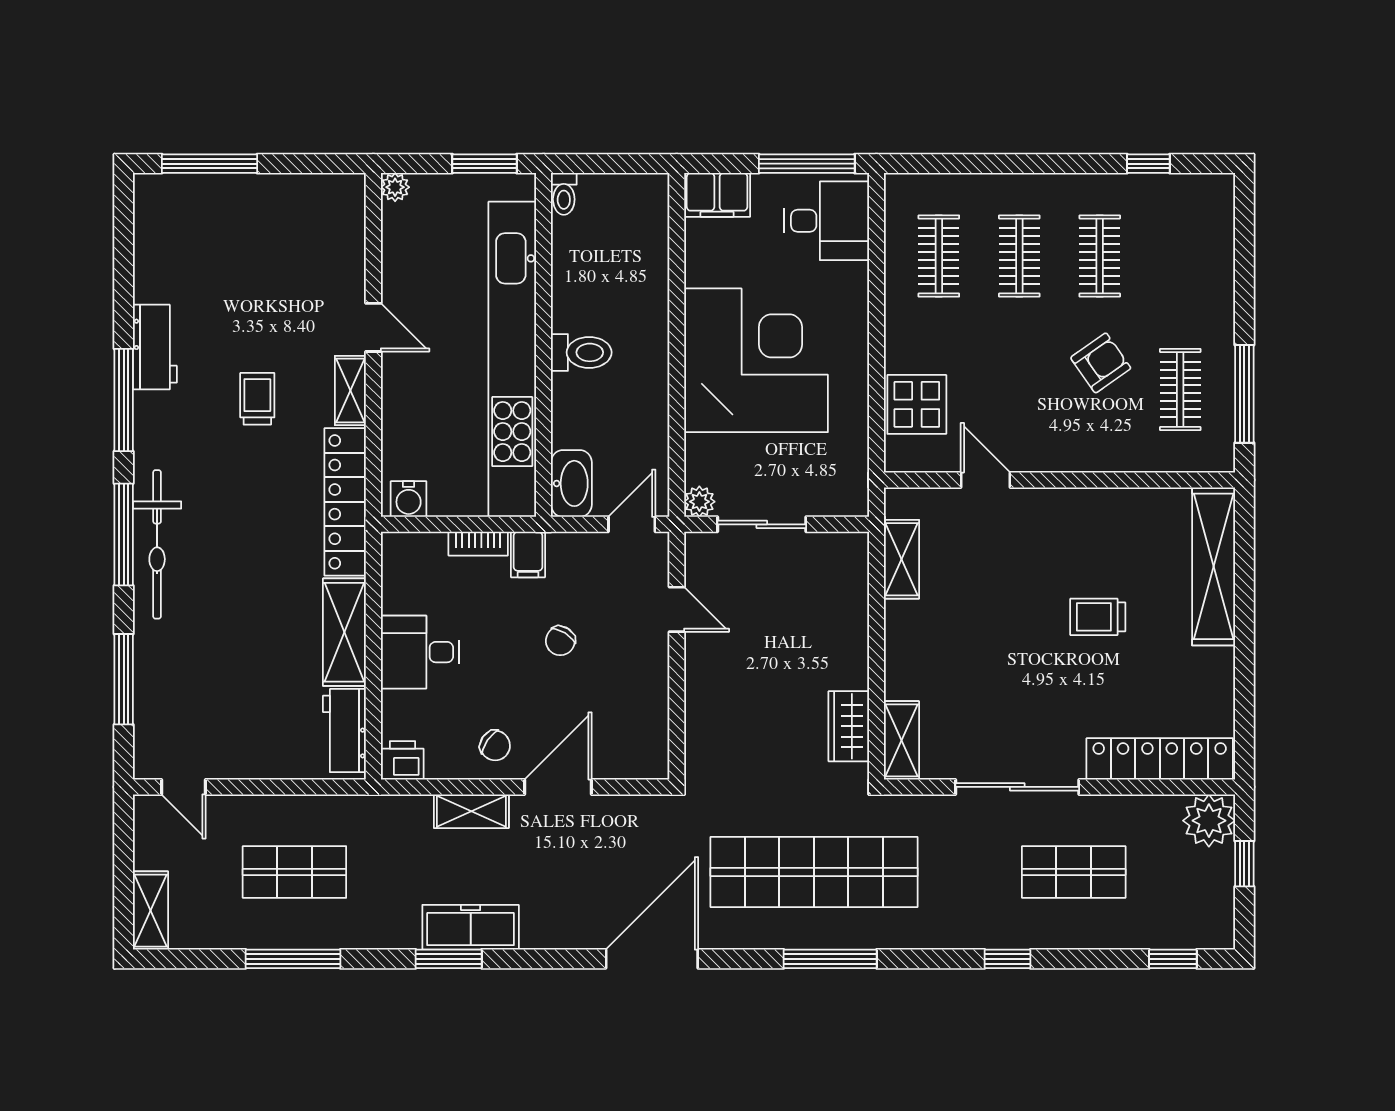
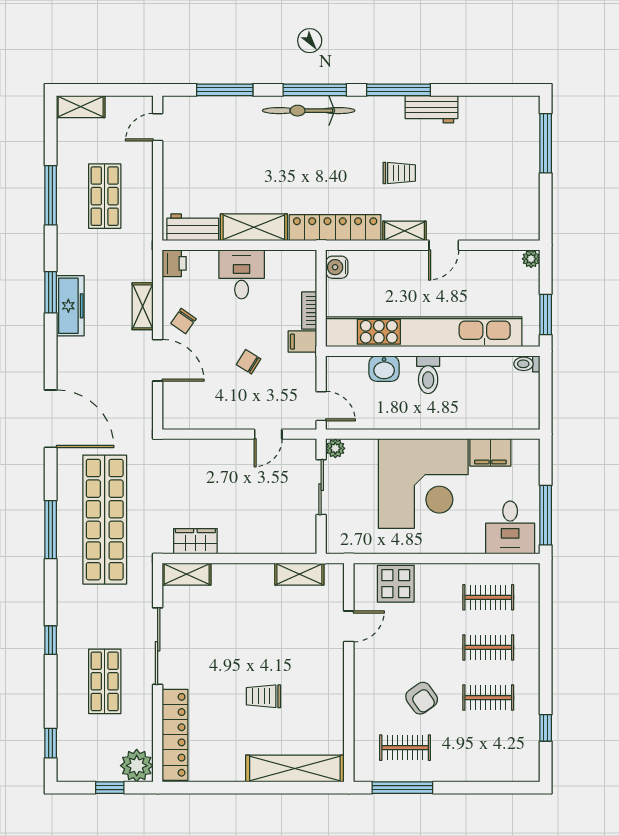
filing cabinet: (717, 195) -> (490, 452), moved, turned -90
washbasin: (571, 483) -> (384, 369), moved, width x0.72
trolley: (1098, 617) -> (263, 696), turned -90

